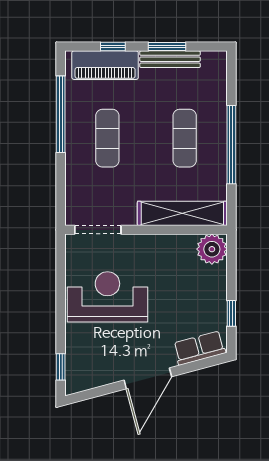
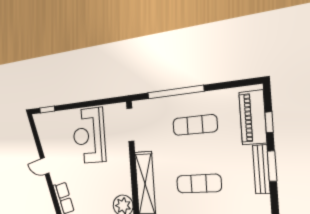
window: (61, 114) -> (175, 92), moved
reception desk: (107, 297) -> (89, 136), turned 180
door: (148, 378) -> (45, 166), width x0.53

